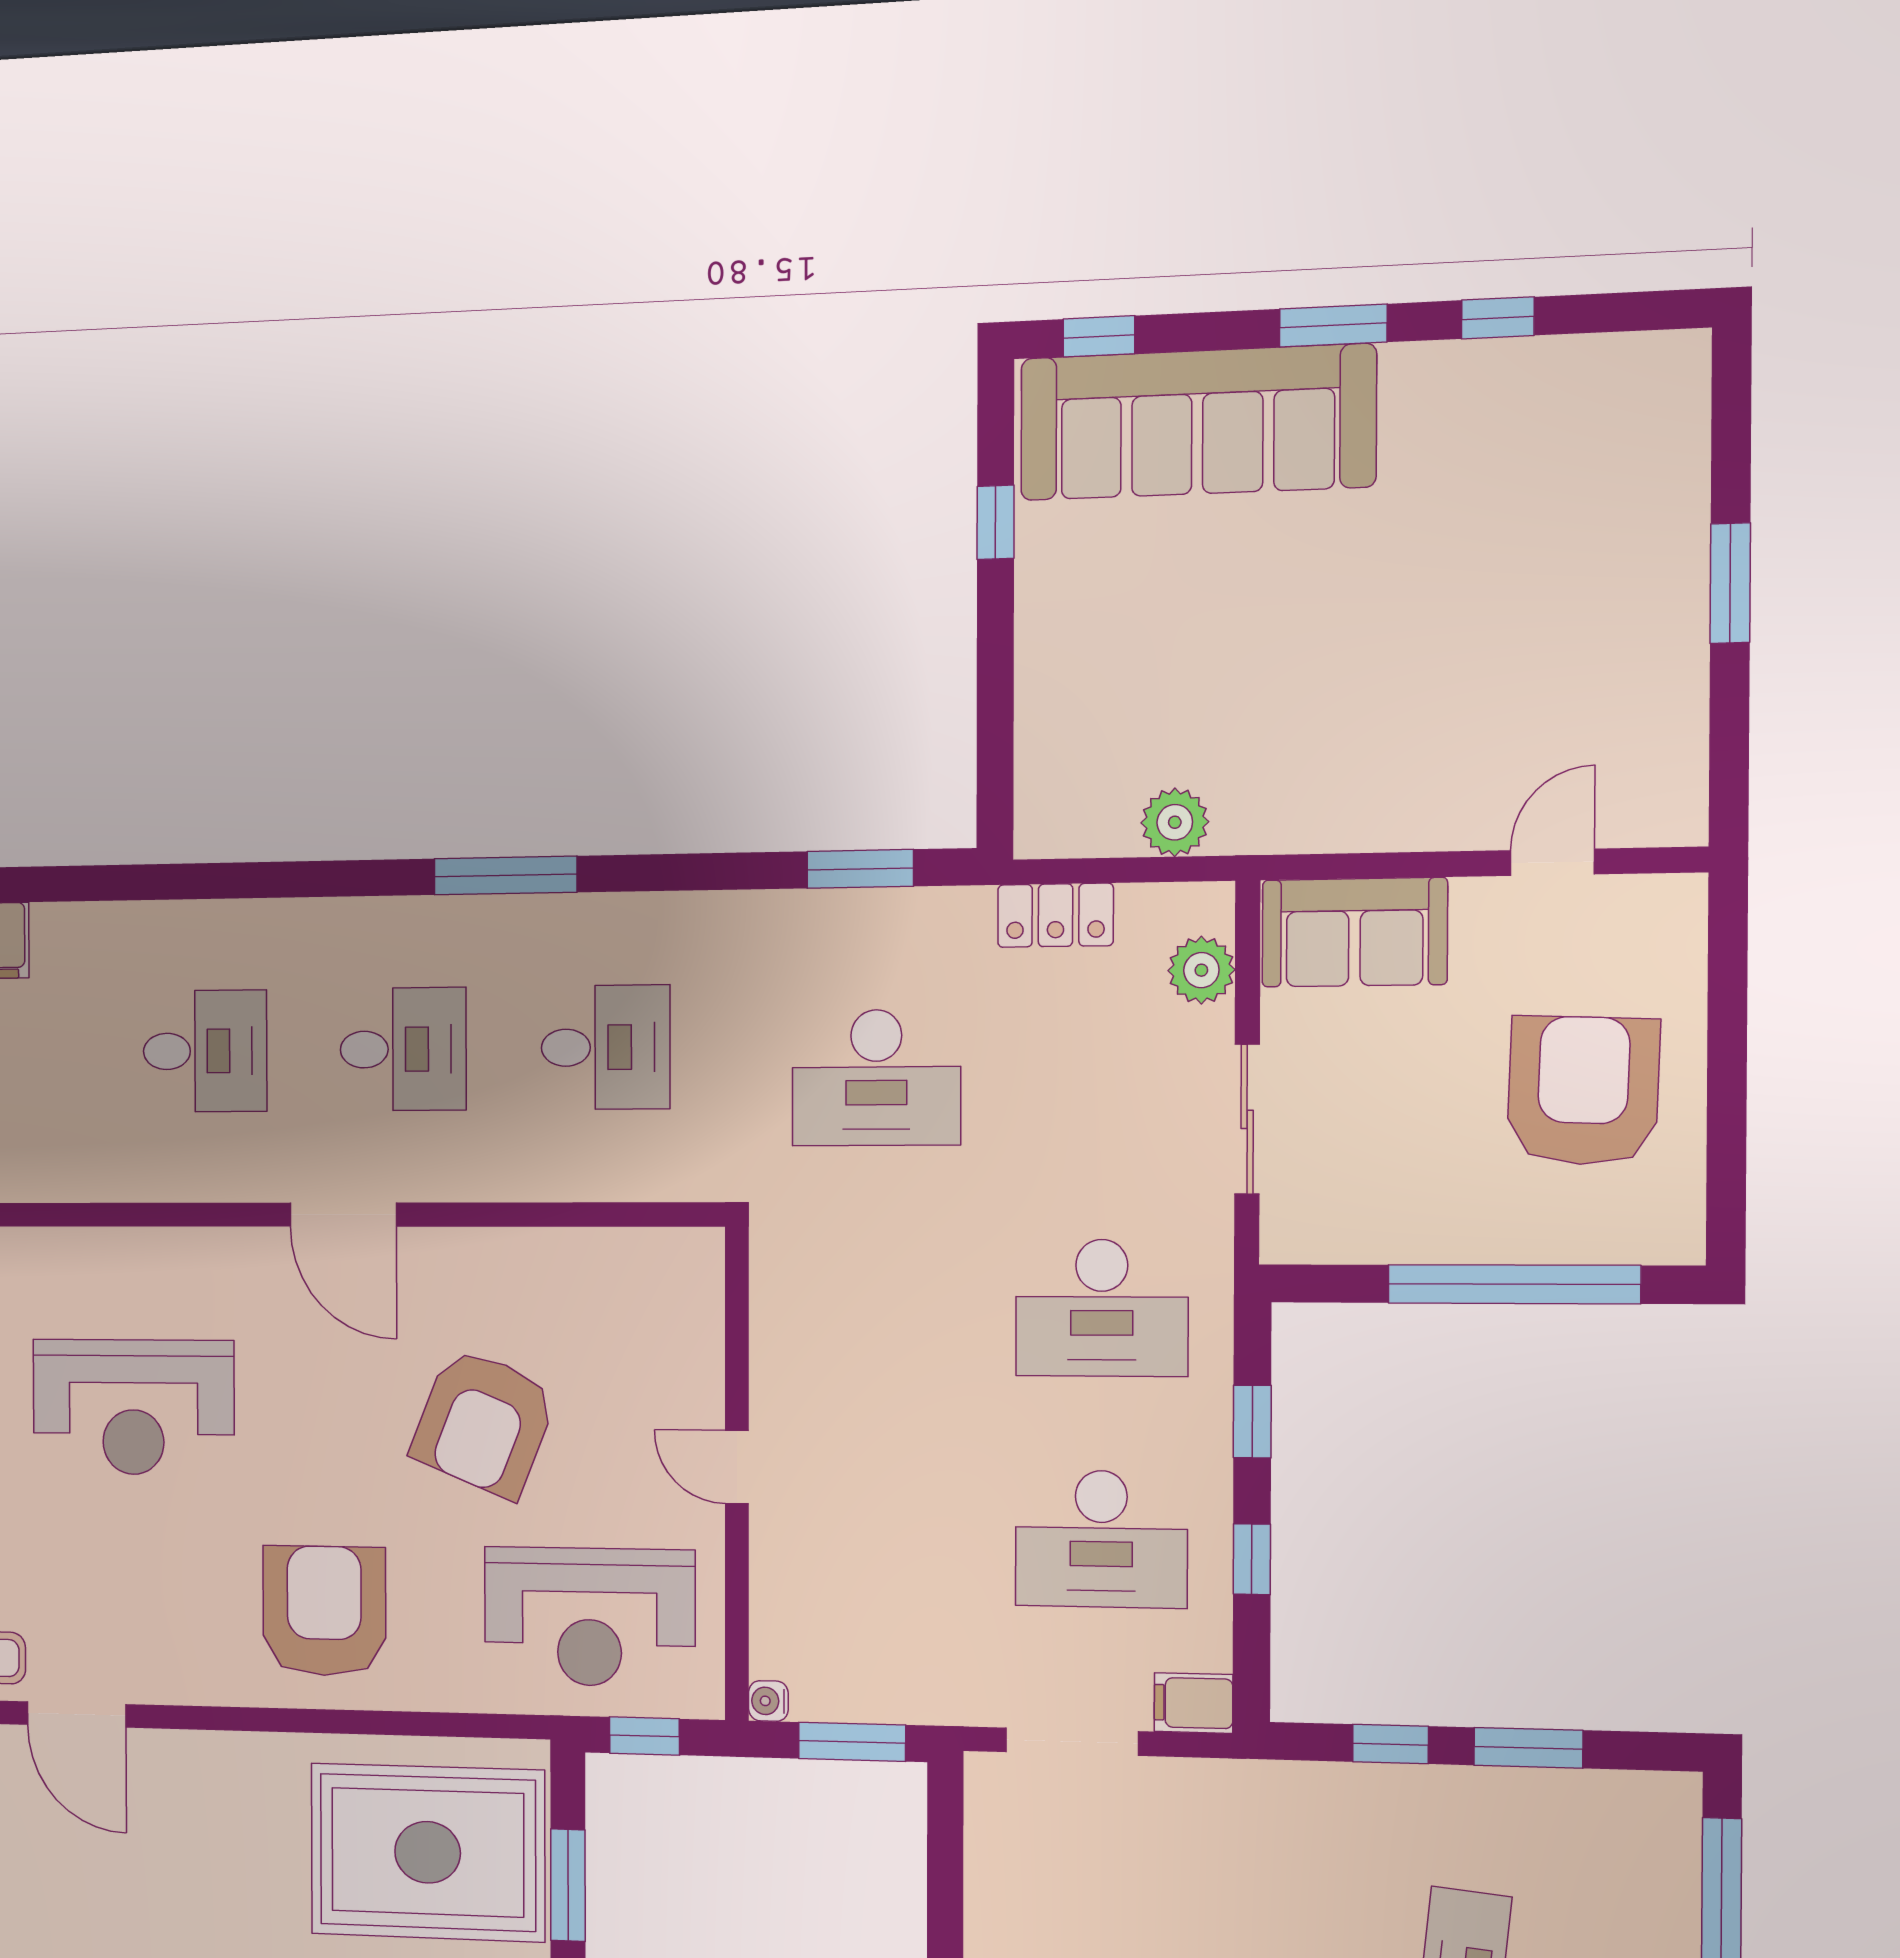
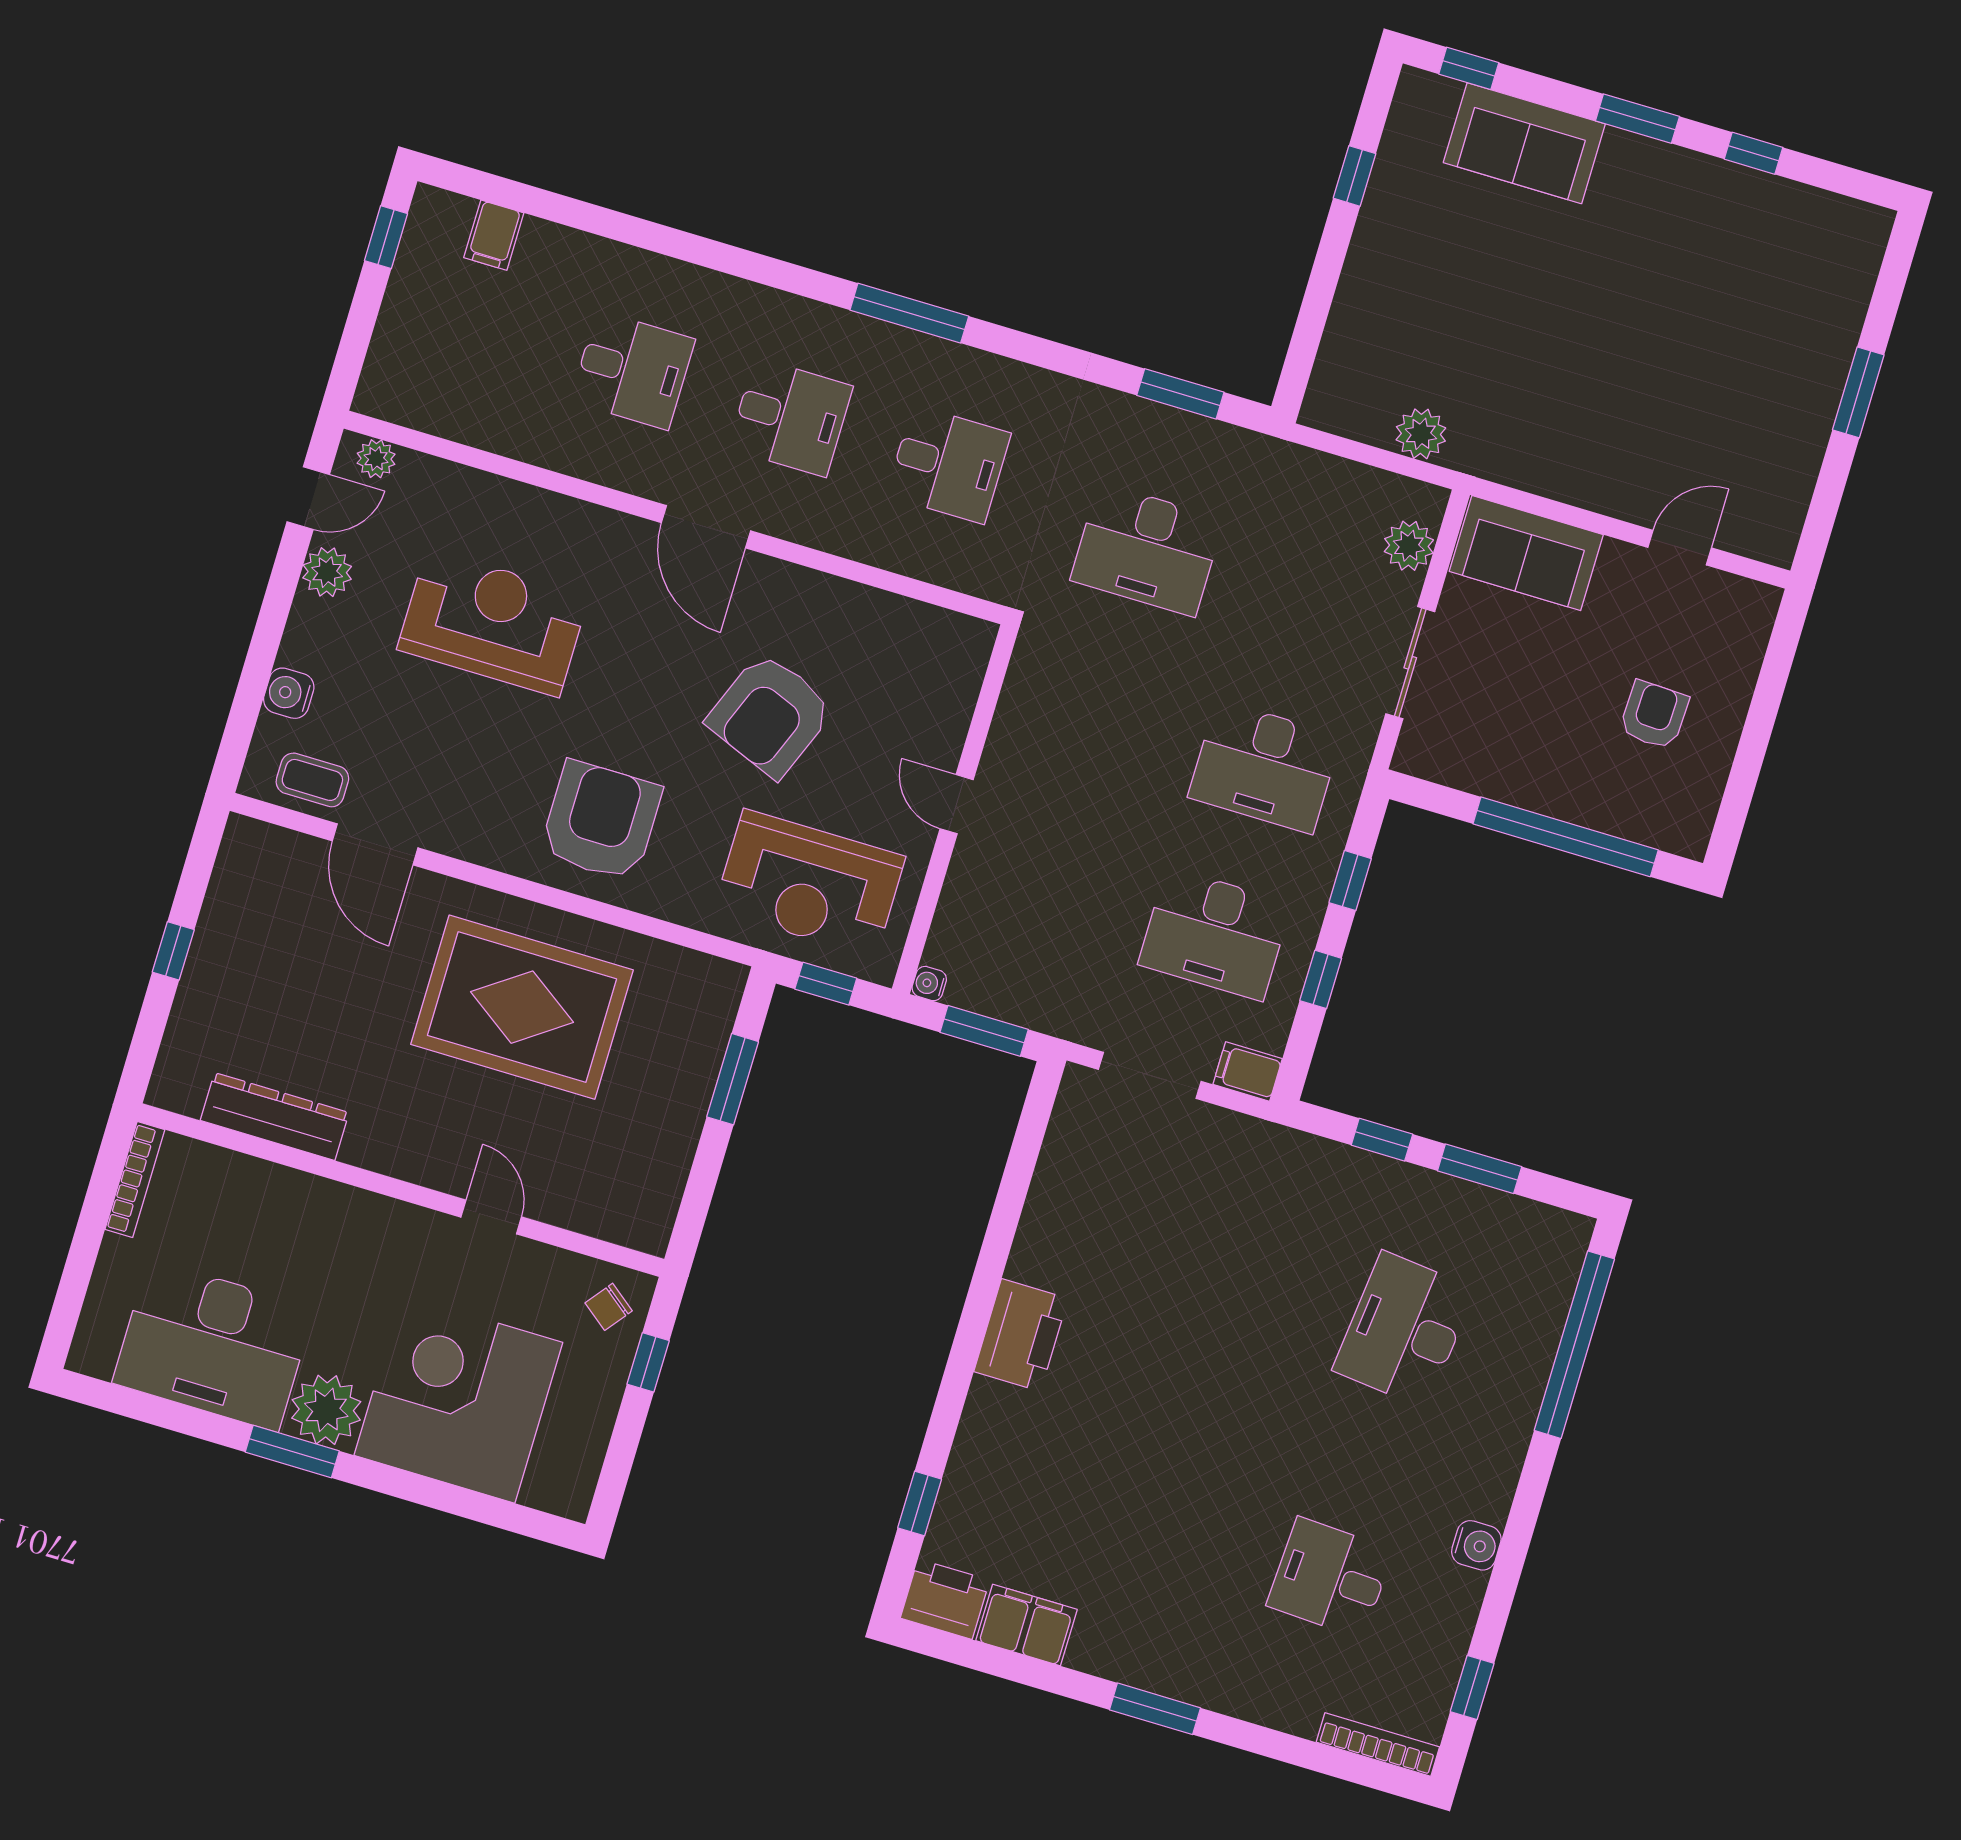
sofa: (1197, 422) -> (1524, 143), width x0.54, depth x0.79
locker: (1055, 915) -> (1315, 473), removed
armchair: (1583, 1091) -> (1654, 715), width x0.53, depth x0.53
reception desk: (133, 1407) -> (493, 623), turned 180
rug: (428, 1852) -> (522, 1007), moved

